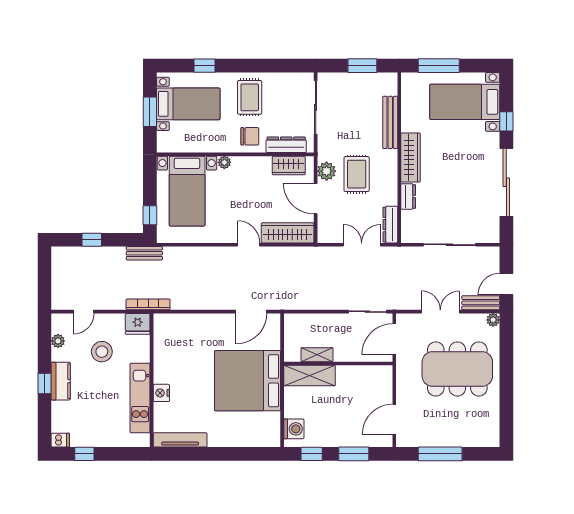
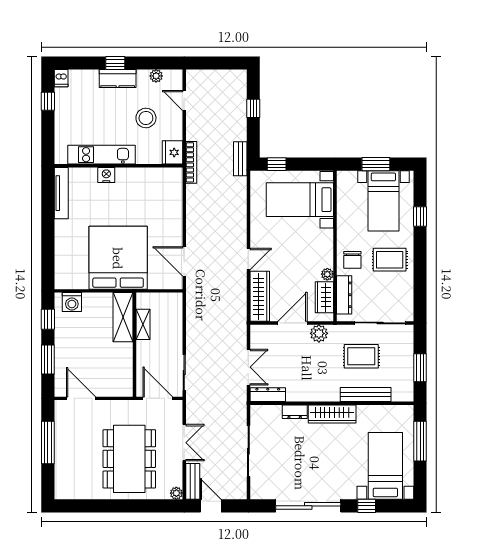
plant: (224, 162) -> (327, 274), moved
rug: (357, 174) -> (361, 356), moved

